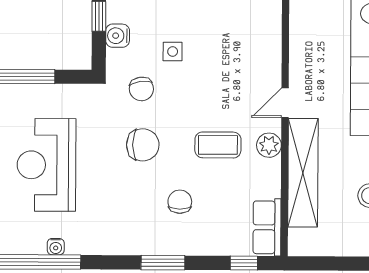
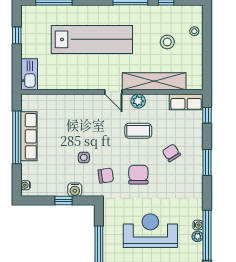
coffee table: (218, 145) -> (138, 131), turned 90
reception desk: (46, 165) -> (150, 231), turned 180
chair: (180, 202) -> (171, 153), turned 57
plant: (36, 246) -> (197, 236), added

